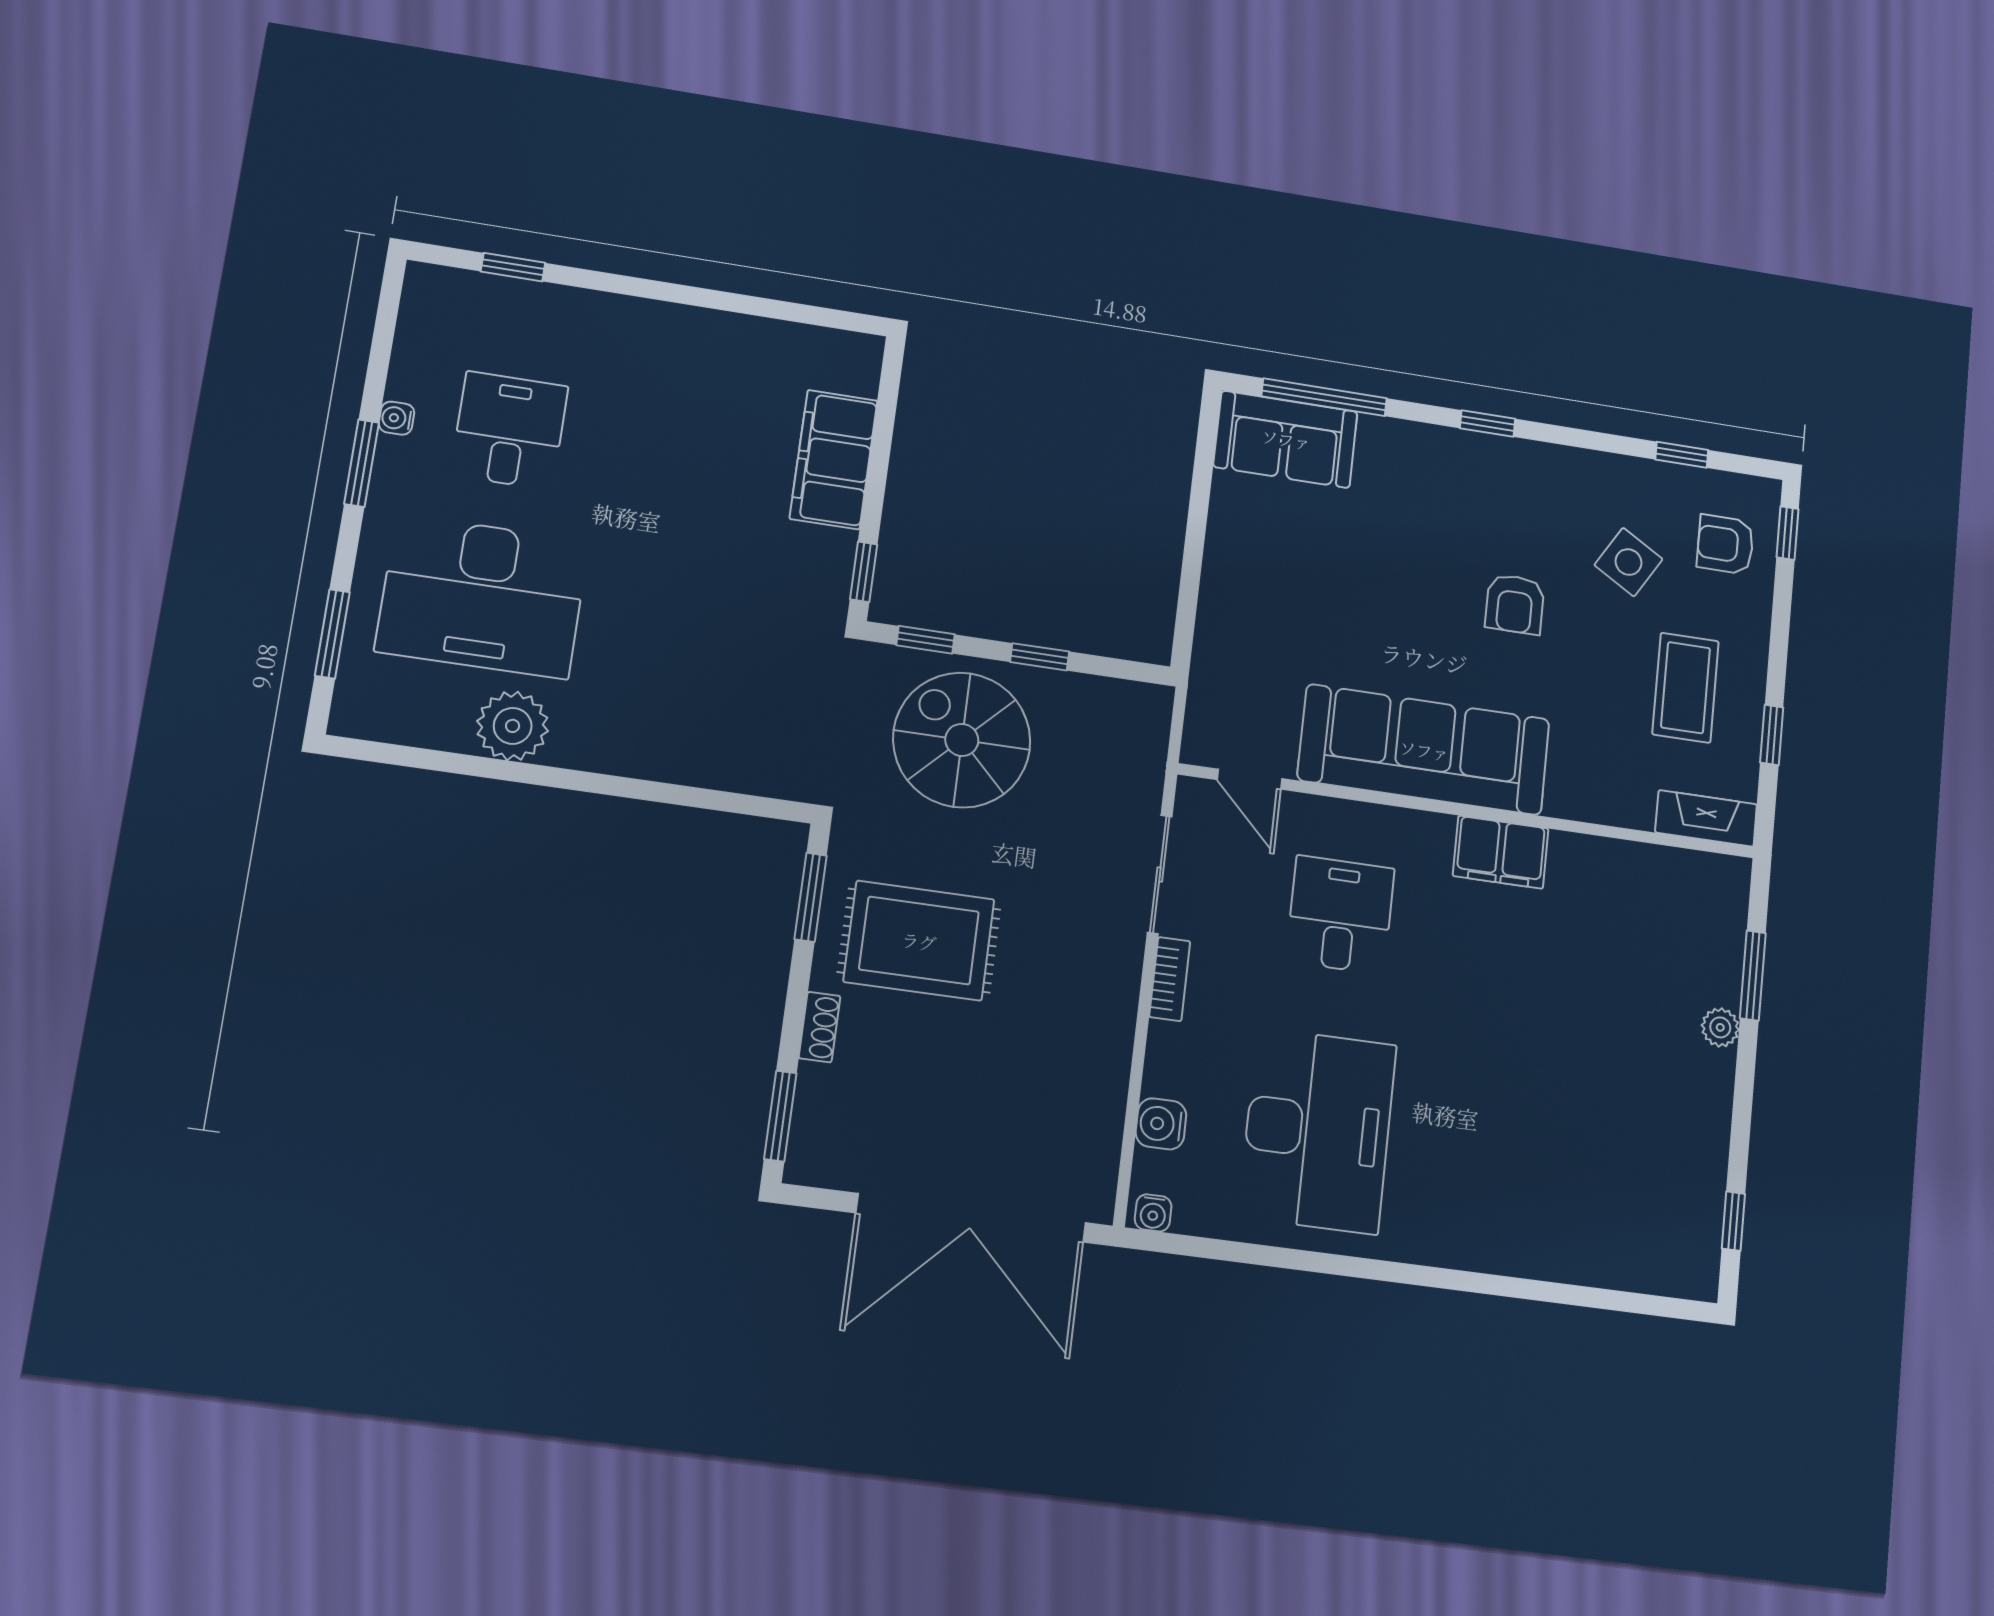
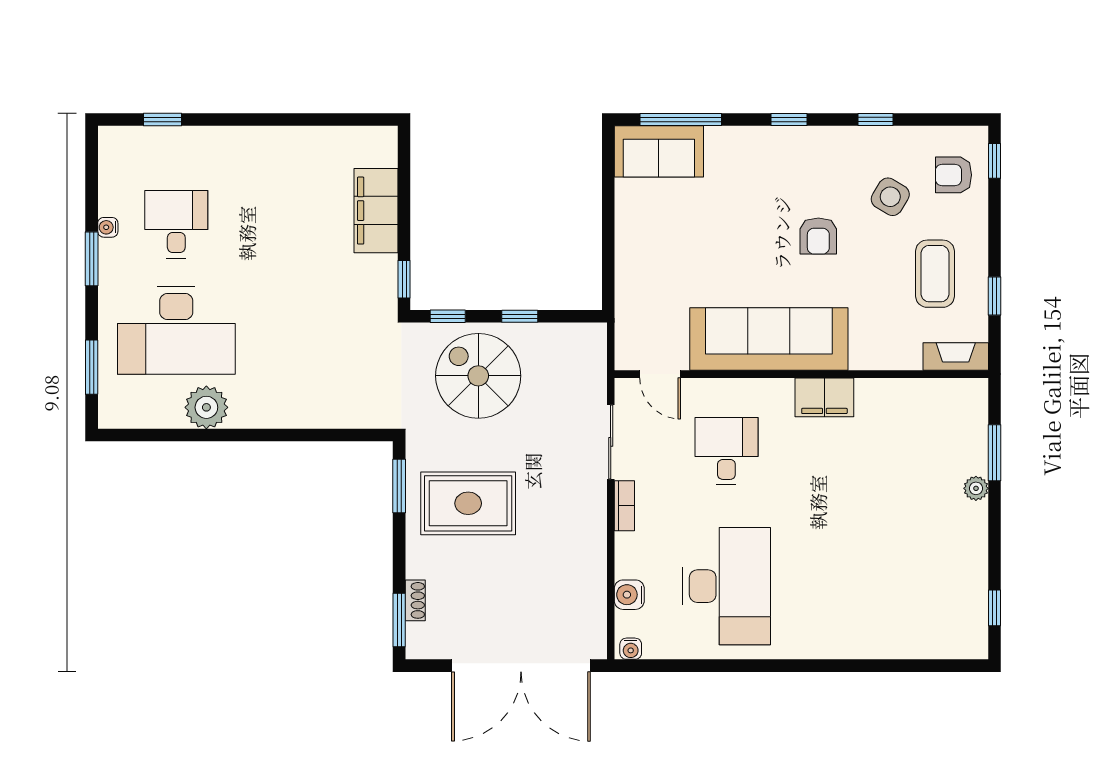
window: (1682, 455) -> (876, 119), moved
shoe rack: (820, 1027) -> (415, 600), moved

